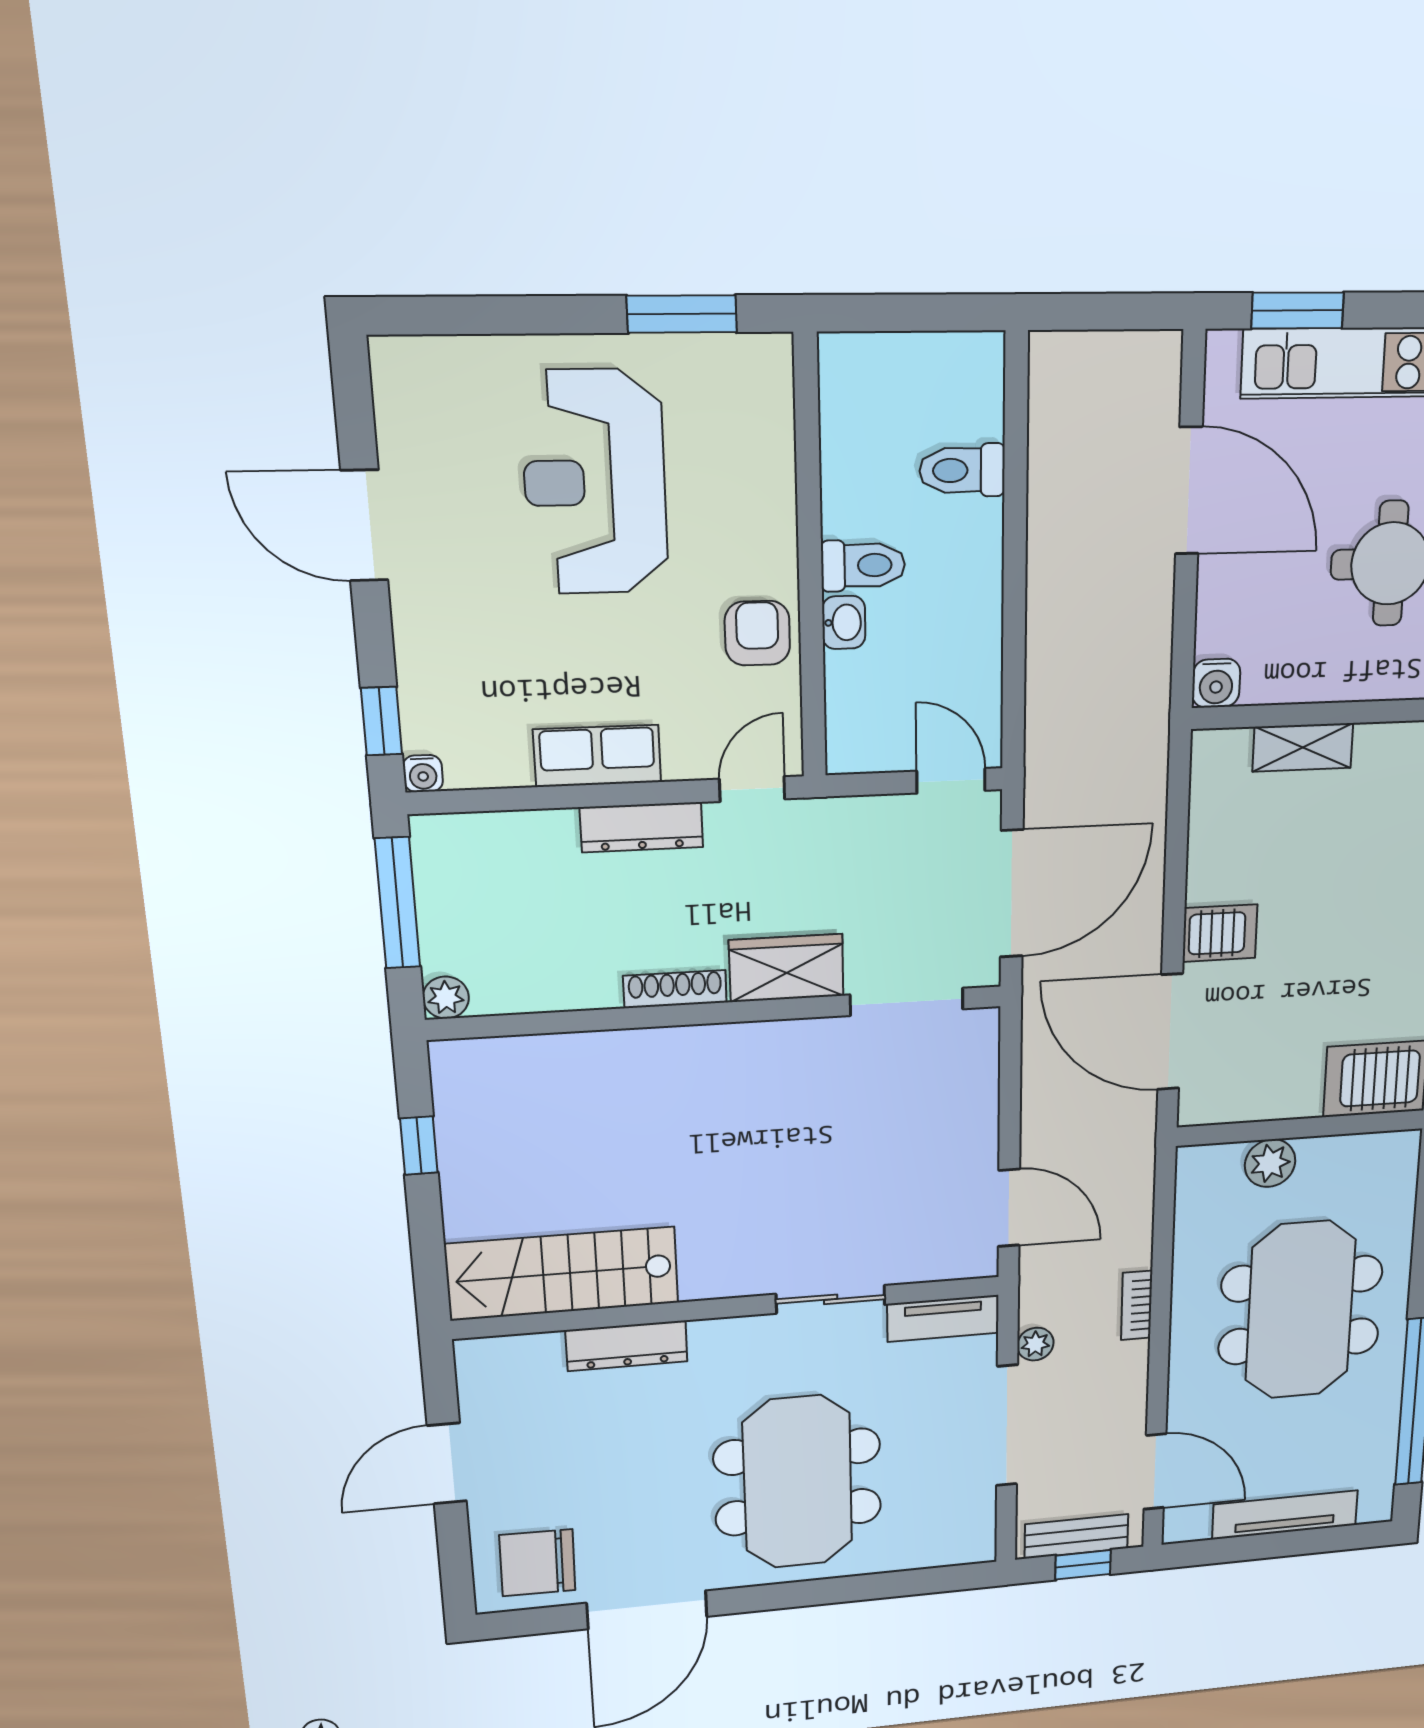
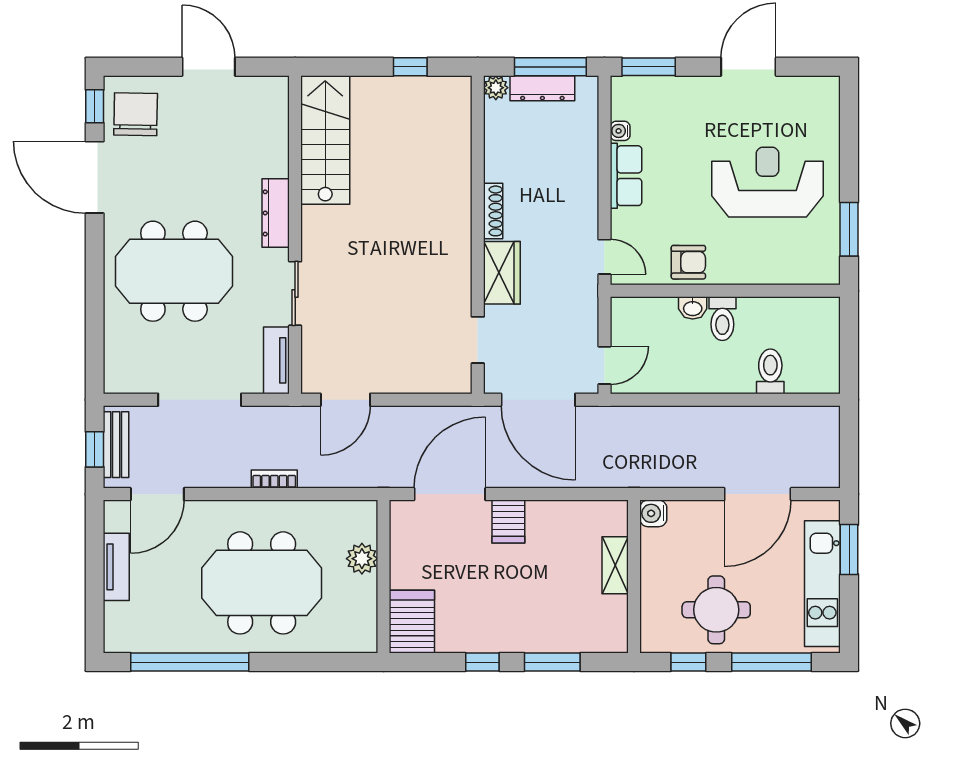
window: (382, 721) -> (649, 67), width x1.50
water cooler: (423, 774) -> (620, 131), moved
dresser: (642, 827) -> (542, 88), moved, turned -90
doorway: (907, 1002) -> (478, 340), width x0.73
plant: (1035, 1344) -> (254, 417), removed
dresser: (627, 1346) -> (276, 213), moved
tv unit: (1285, 1515) -> (116, 567), width x0.71
window: (528, 1622) -> (95, 106), added

